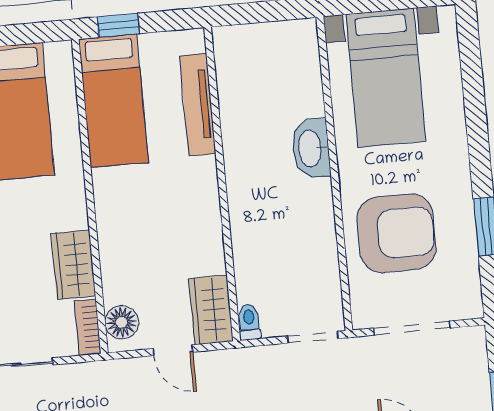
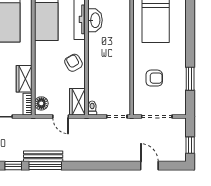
washbasin: (311, 148) -> (95, 20), moved, turned 180
armchair: (192, 214) -> (73, 63), added
armchair: (397, 233) -> (154, 78), width x0.53, depth x0.53

